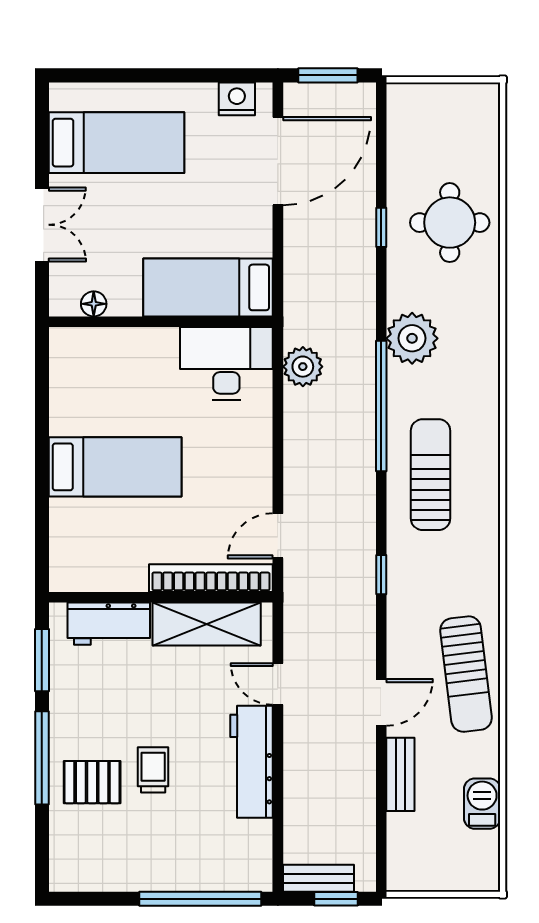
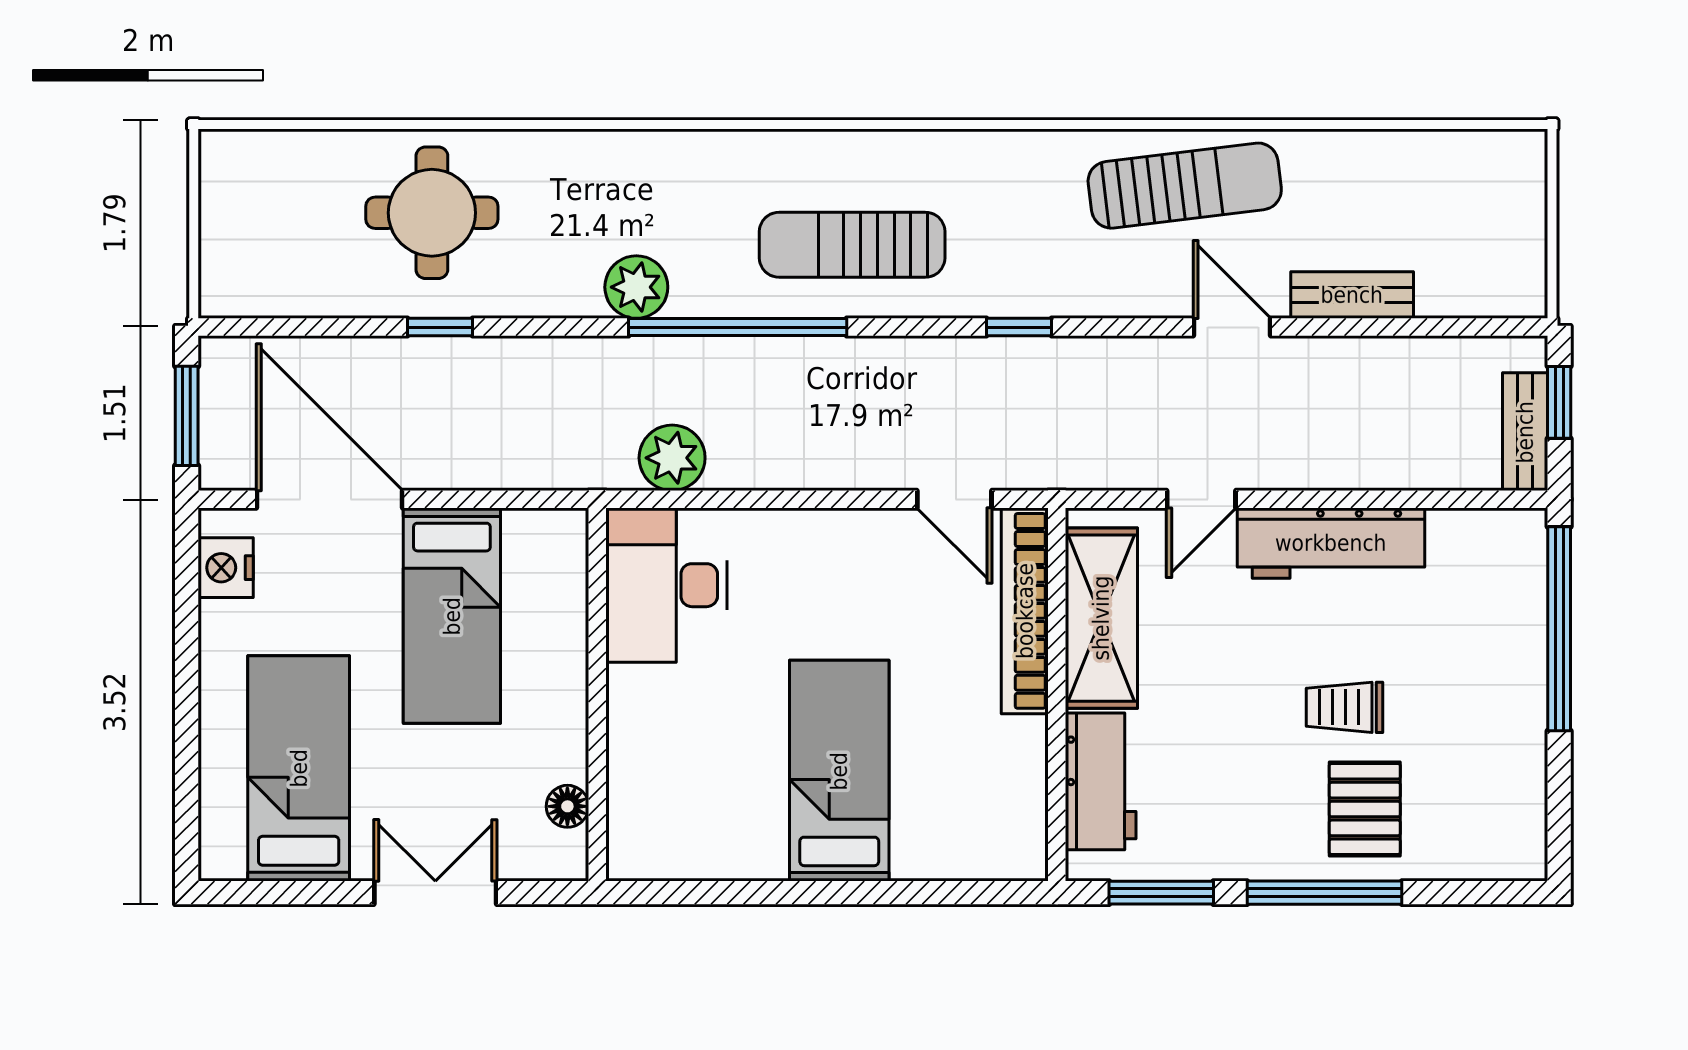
bed: (208, 287) -> (452, 616), moved
plant: (412, 338) -> (636, 287), width x0.73, depth x0.73
barbecue: (482, 804) -> (1401, 159), removed

